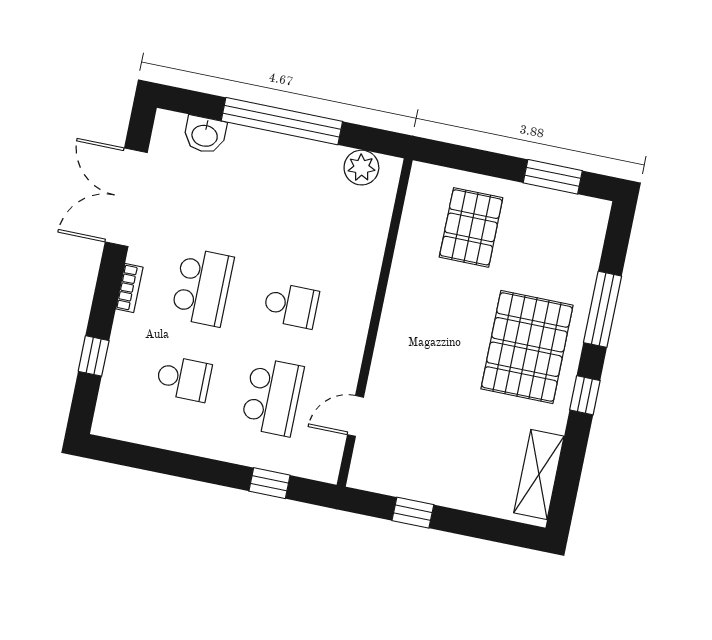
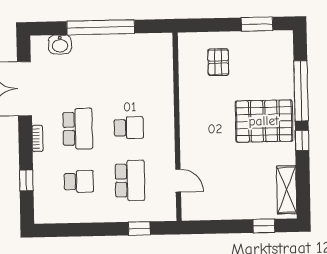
plant: (361, 168) -> (150, 43), removed
pallet: (471, 227) -> (218, 62), width x0.67, depth x0.71
window: (603, 309) -> (301, 91), width x1.46
pallet: (527, 347) -> (264, 121), turned 90
door: (355, 416) -> (178, 181), swing flipped
window: (413, 513) -> (264, 226), moved

